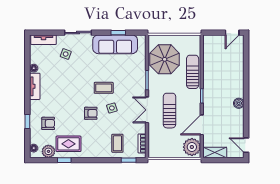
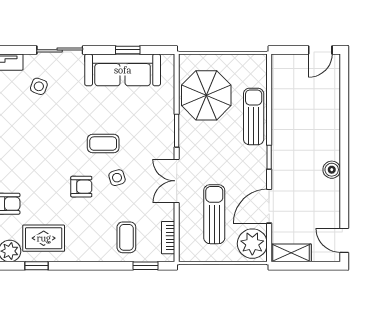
sun lounger: (170, 111) -> (214, 214), moved

